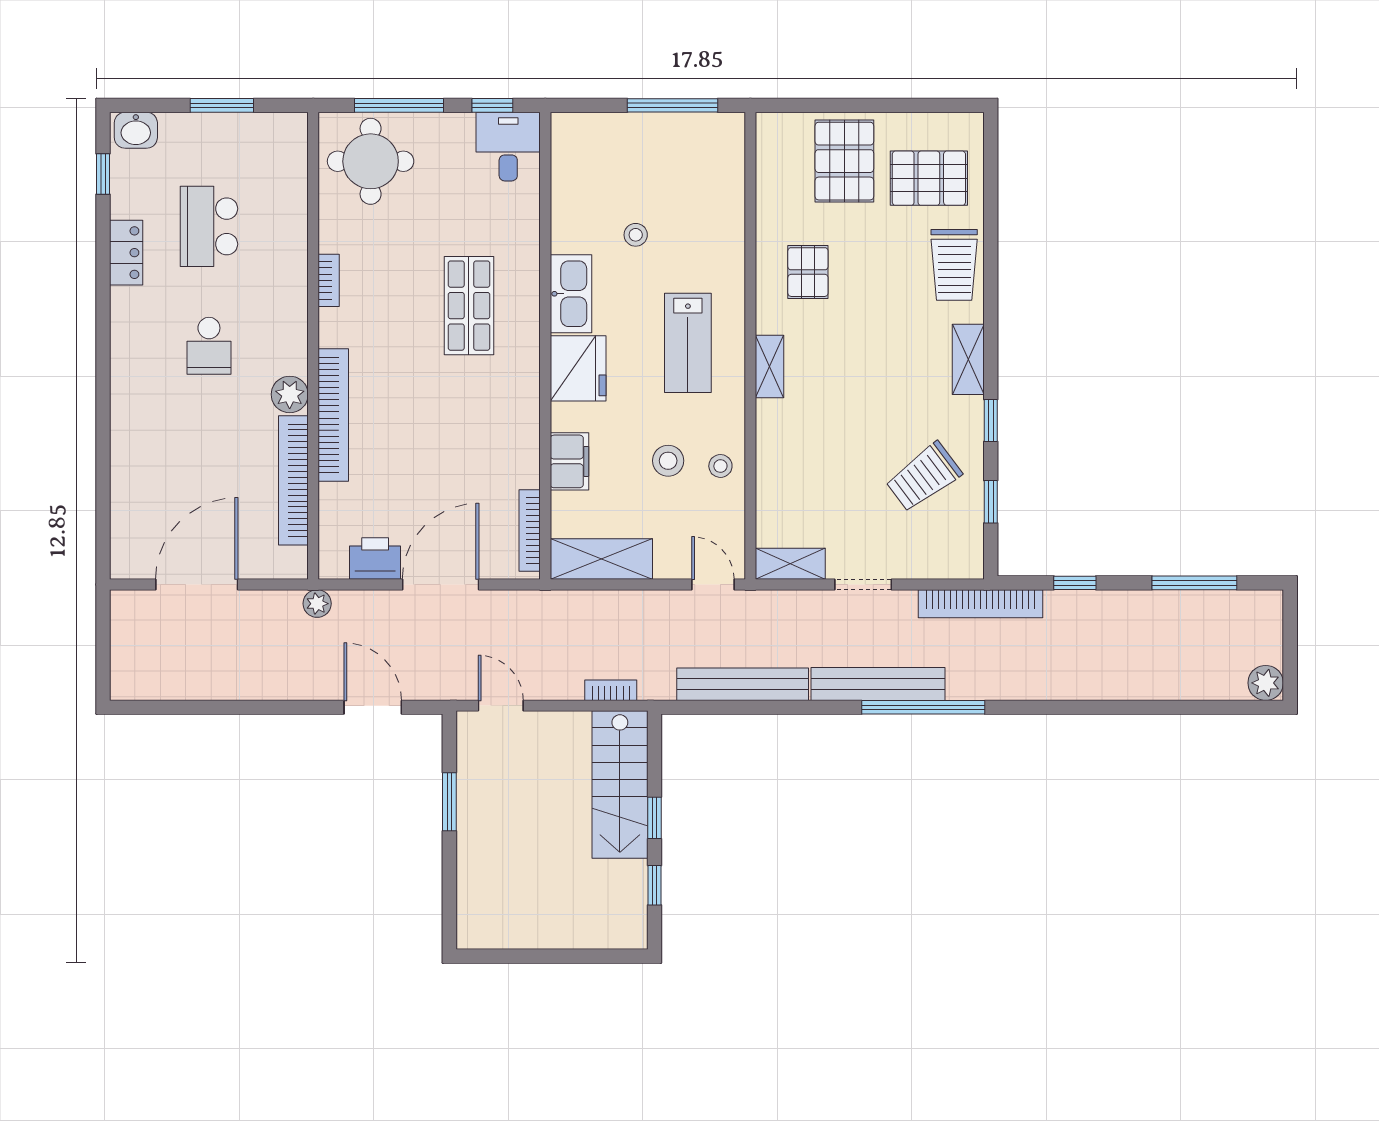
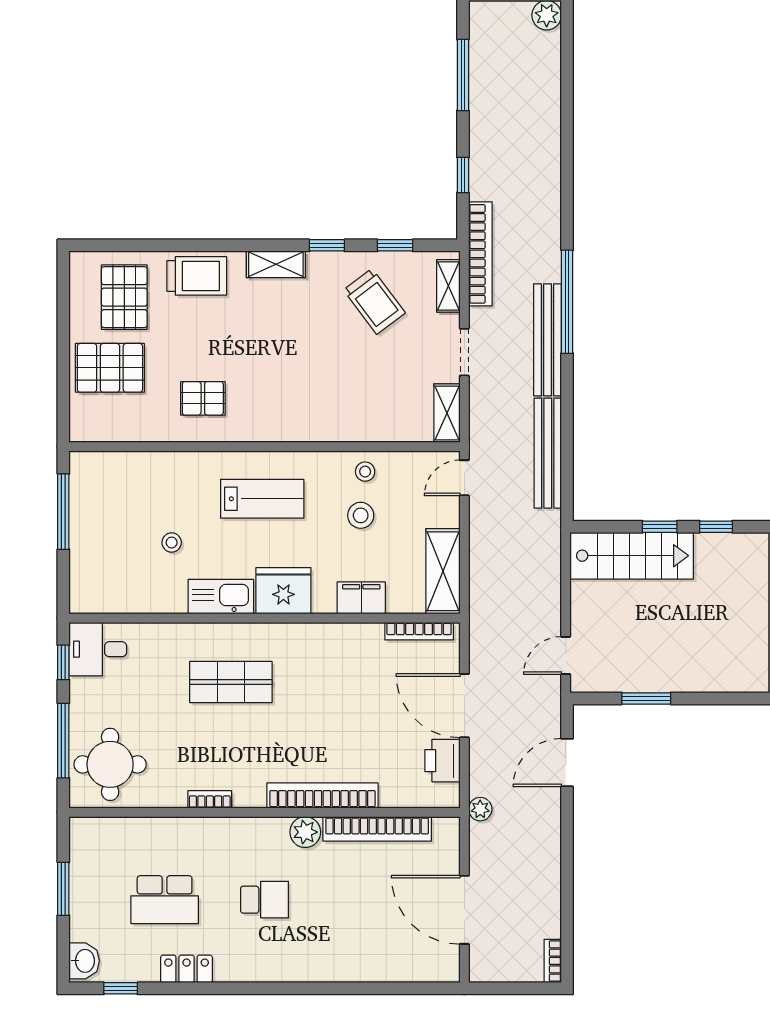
shelving: (769, 366) -> (448, 286), moved, turned 90
bookcase: (611, 690) -> (553, 961), moved

